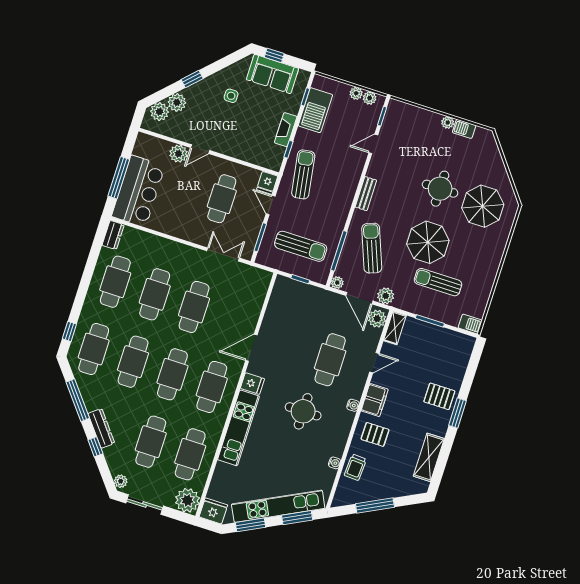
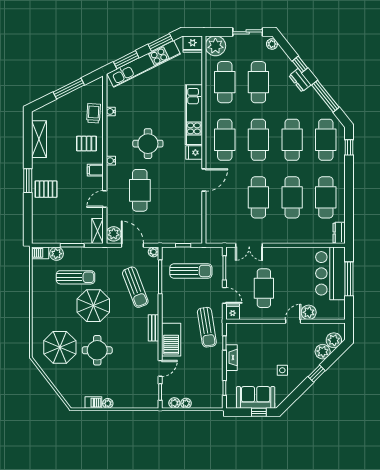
barbecue: (315, 110) -> (171, 340), moved, turned 180
sun lounger: (301, 246) -> (191, 271), turned 180
plant: (386, 296) -> (57, 254), moved
filing cabinet: (375, 400) -> (95, 170), width x0.50
dresser: (101, 428) -> (300, 80), width x0.70

